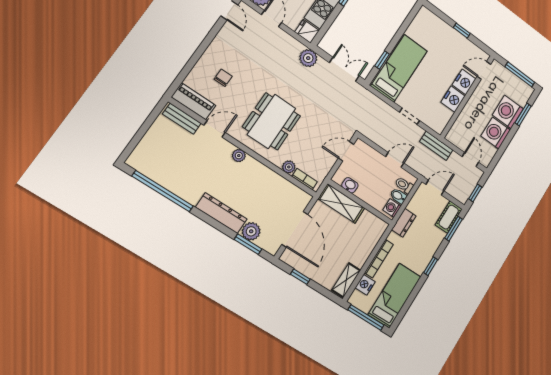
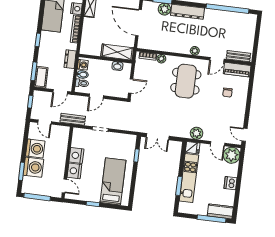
plant: (308, 58) -> (197, 133), moved
bed: (399, 68) -> (113, 181), moved, turned 180
door: (484, 70) -> (64, 186), hinge flipped

